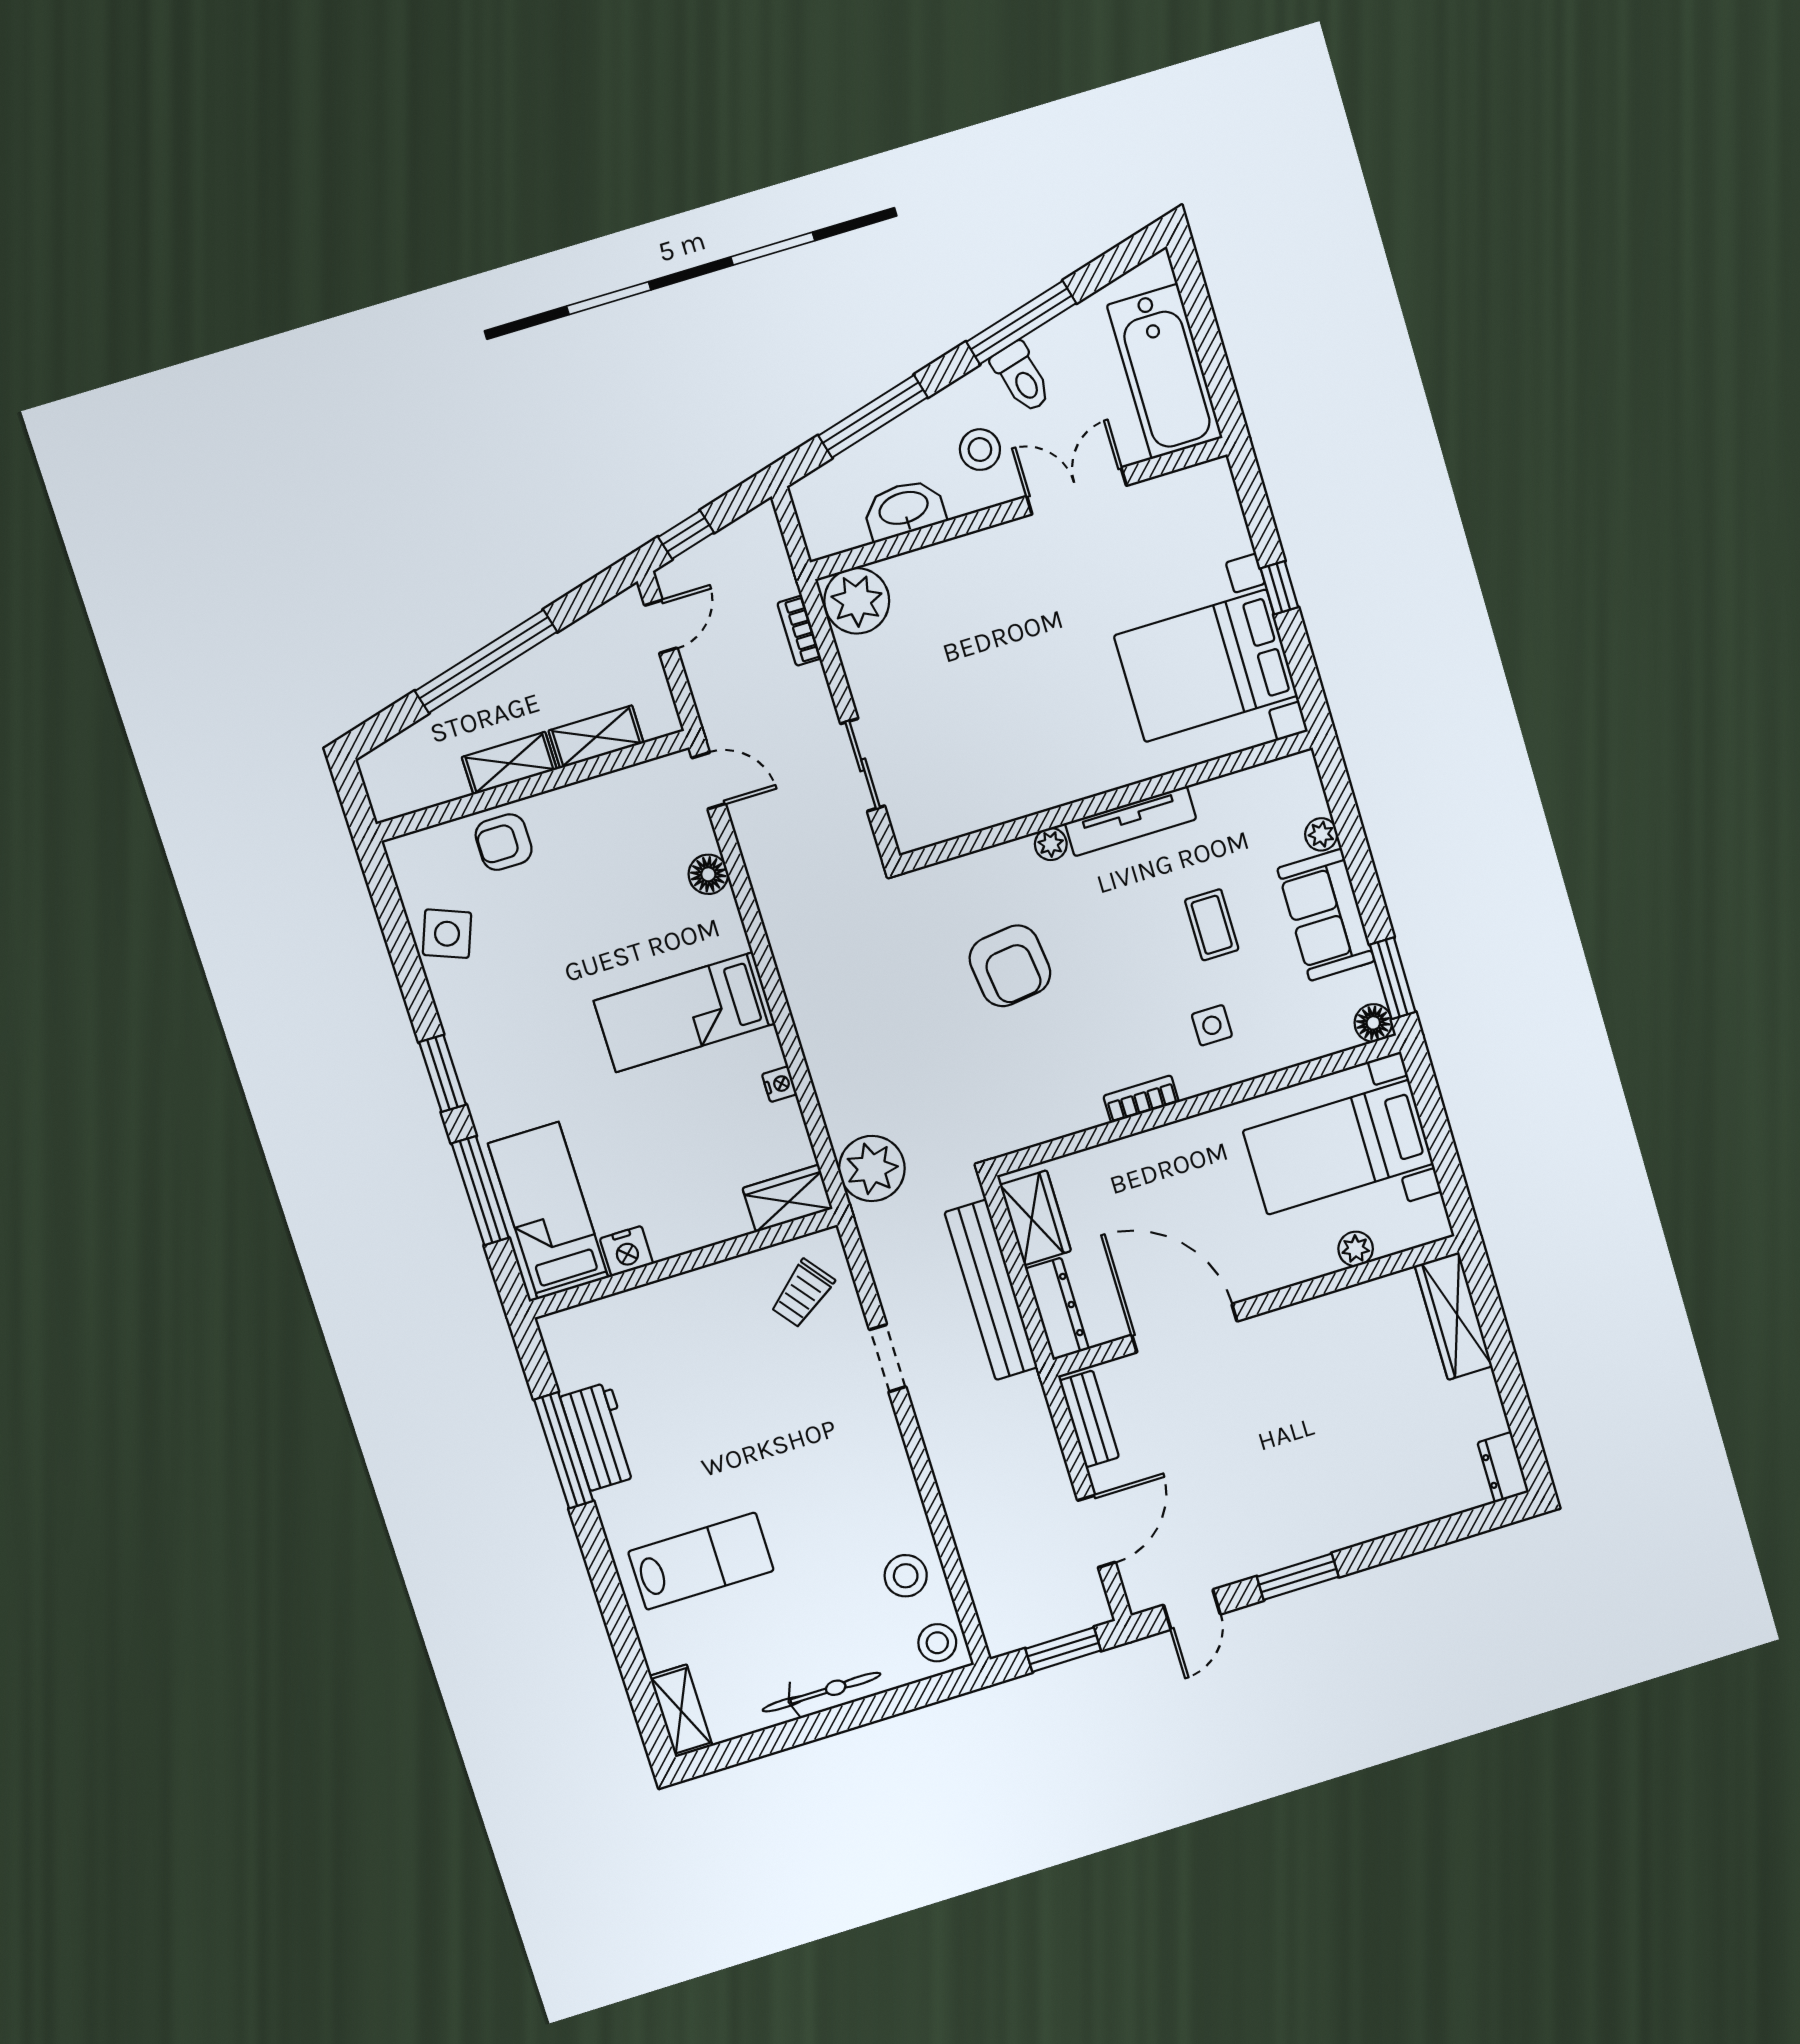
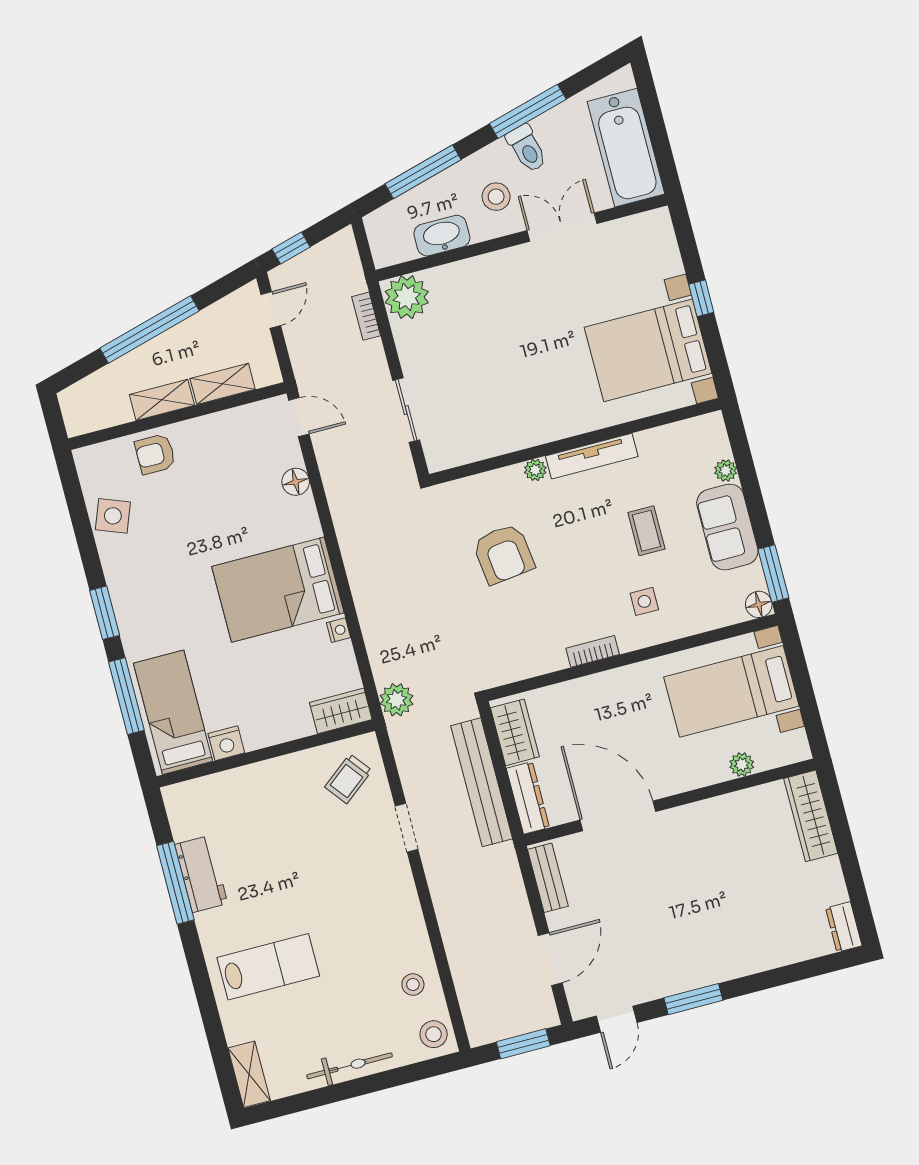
bed: (684, 1012) -> (278, 590), width x1.50
plant: (872, 1168) -> (397, 700), width x0.73, depth x0.73
stool: (906, 1576) -> (413, 985), width x0.73, depth x0.73

